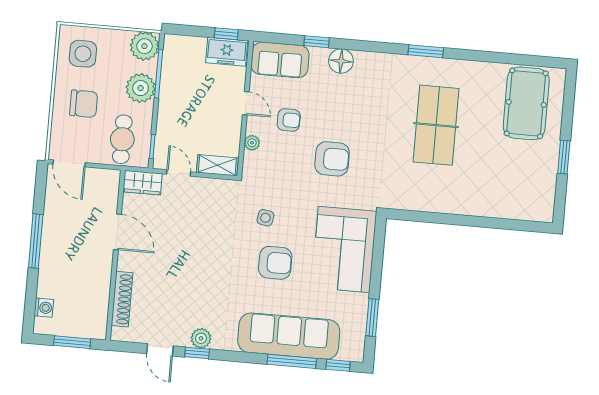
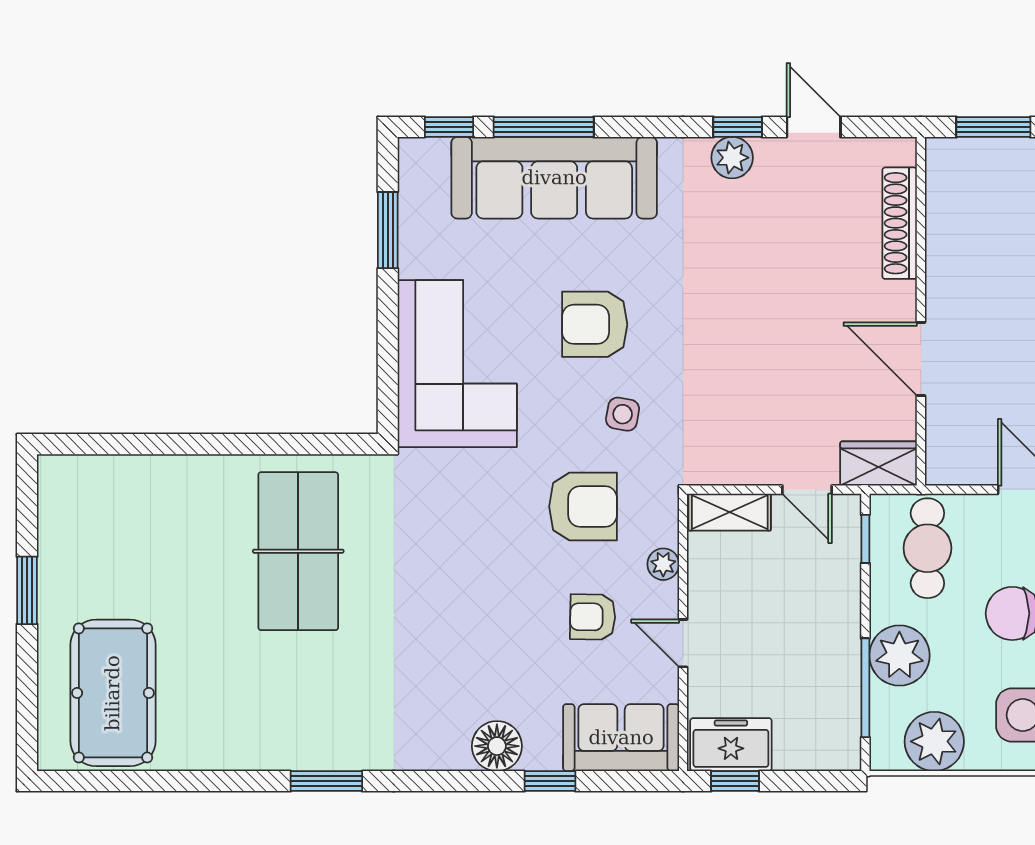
plant: (144, 46) -> (934, 741), moved
table tennis table: (436, 125) -> (298, 551), moved
armchair: (332, 159) -> (583, 507), moved, turned 180

